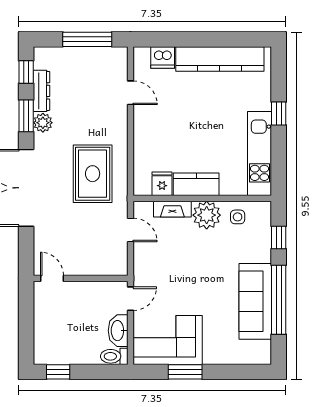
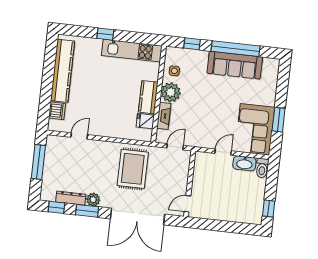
rug: (93, 174) -> (133, 169), turned 90
door: (52, 278) -> (187, 204), moved
wall: (81, 278) -> (190, 184), moved
door: (131, 299) -> (223, 152), hinge flipped

